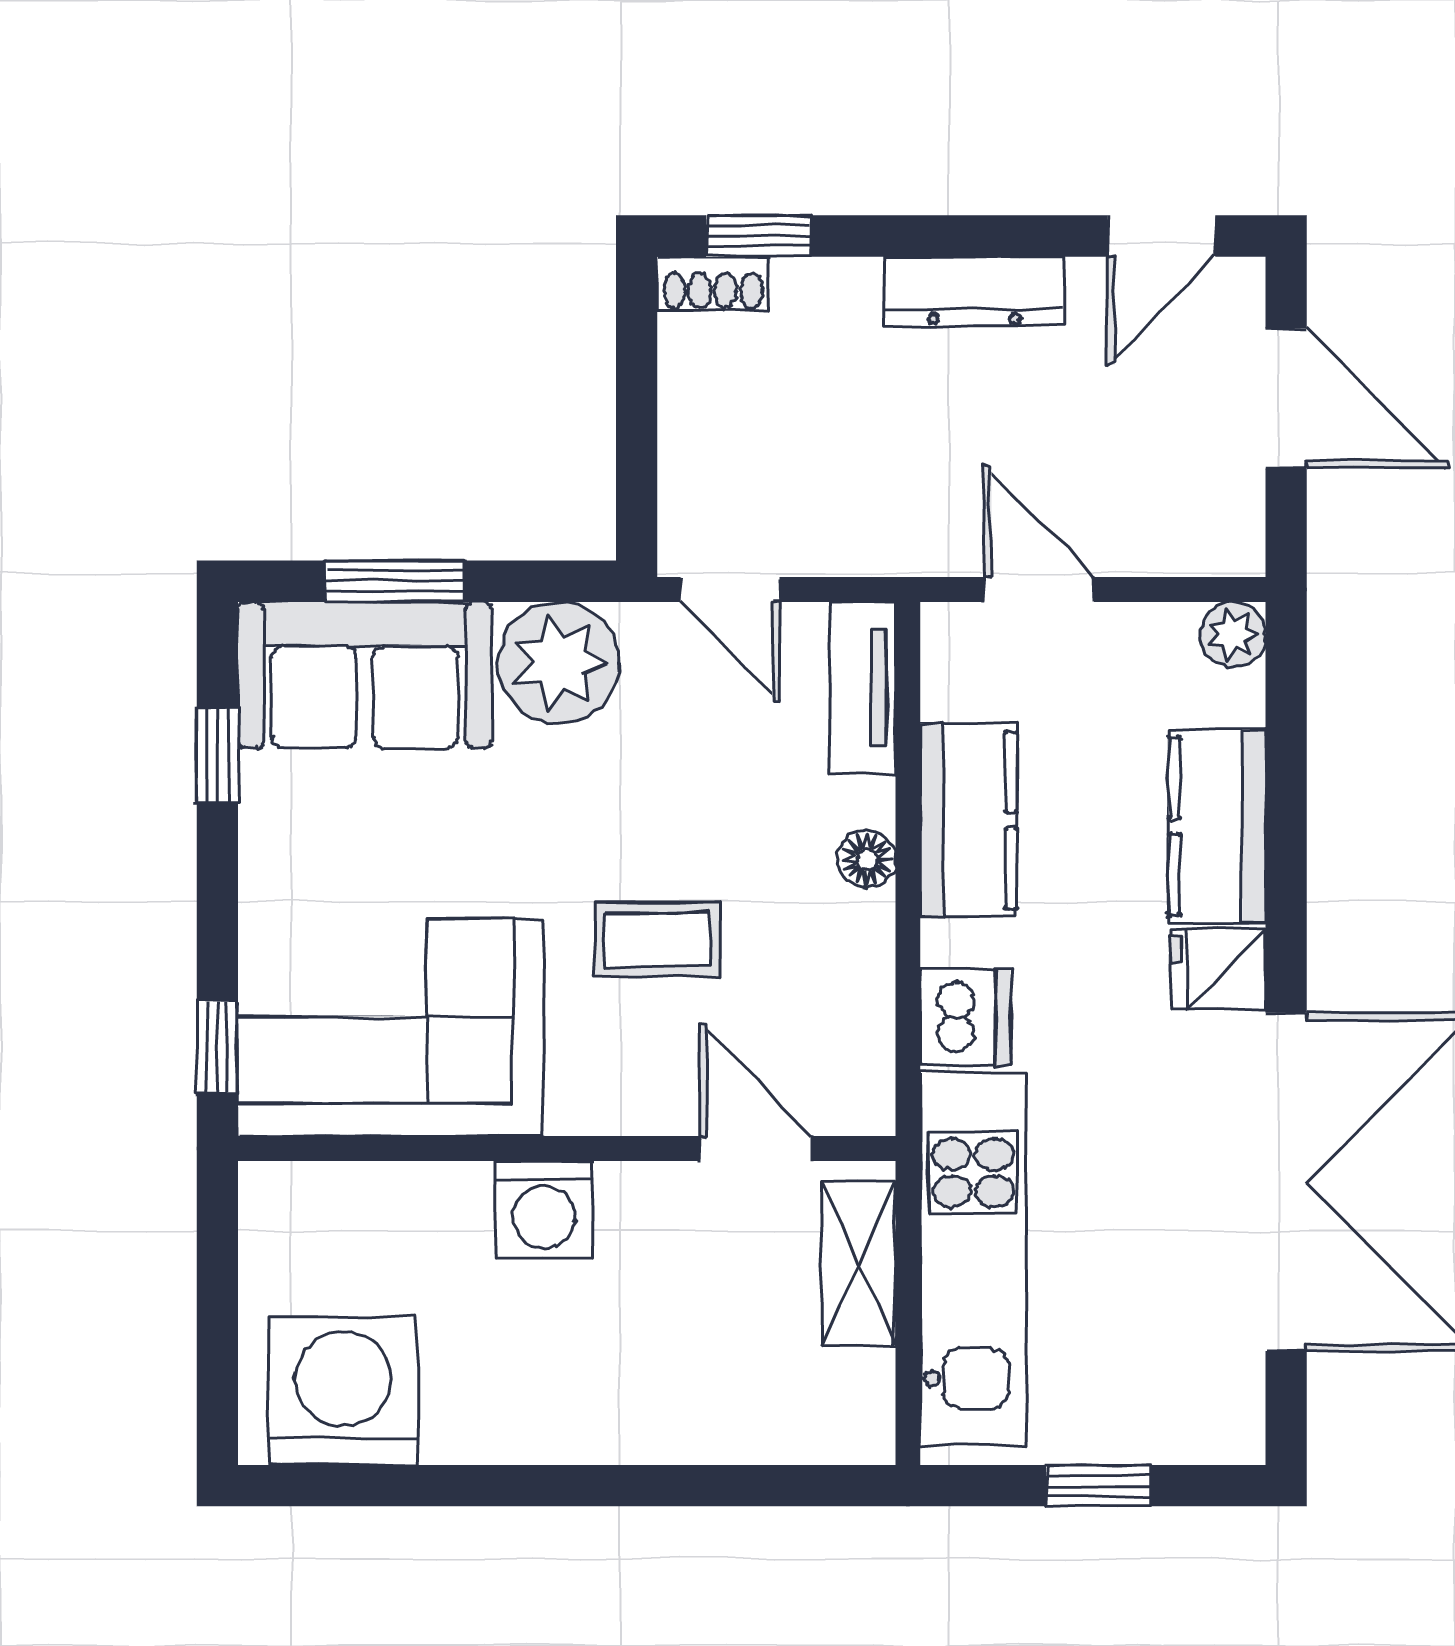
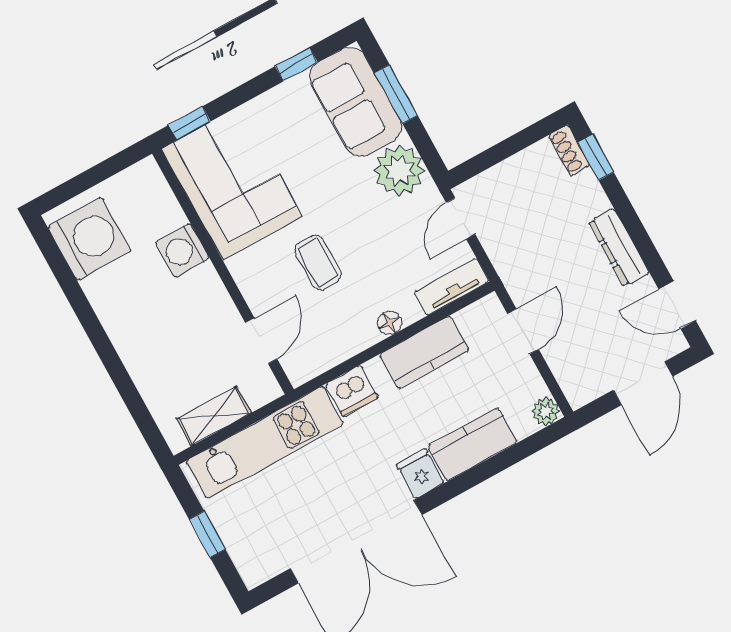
washing machine: (544, 1209) -> (182, 250), moved
shelving: (859, 1264) -> (214, 416), moved

